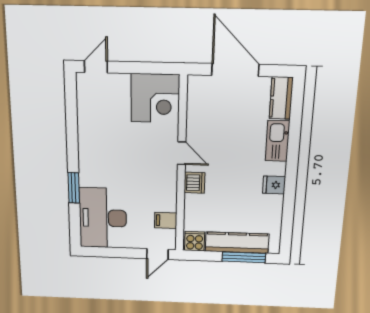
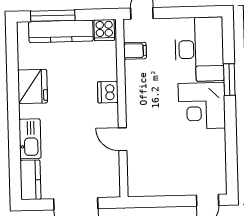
corner desk: (155, 98) -> (202, 106), moved, turned -90
door: (182, 153) -> (123, 139), moved
fridge: (274, 185) -> (33, 86), width x1.88, depth x1.34

